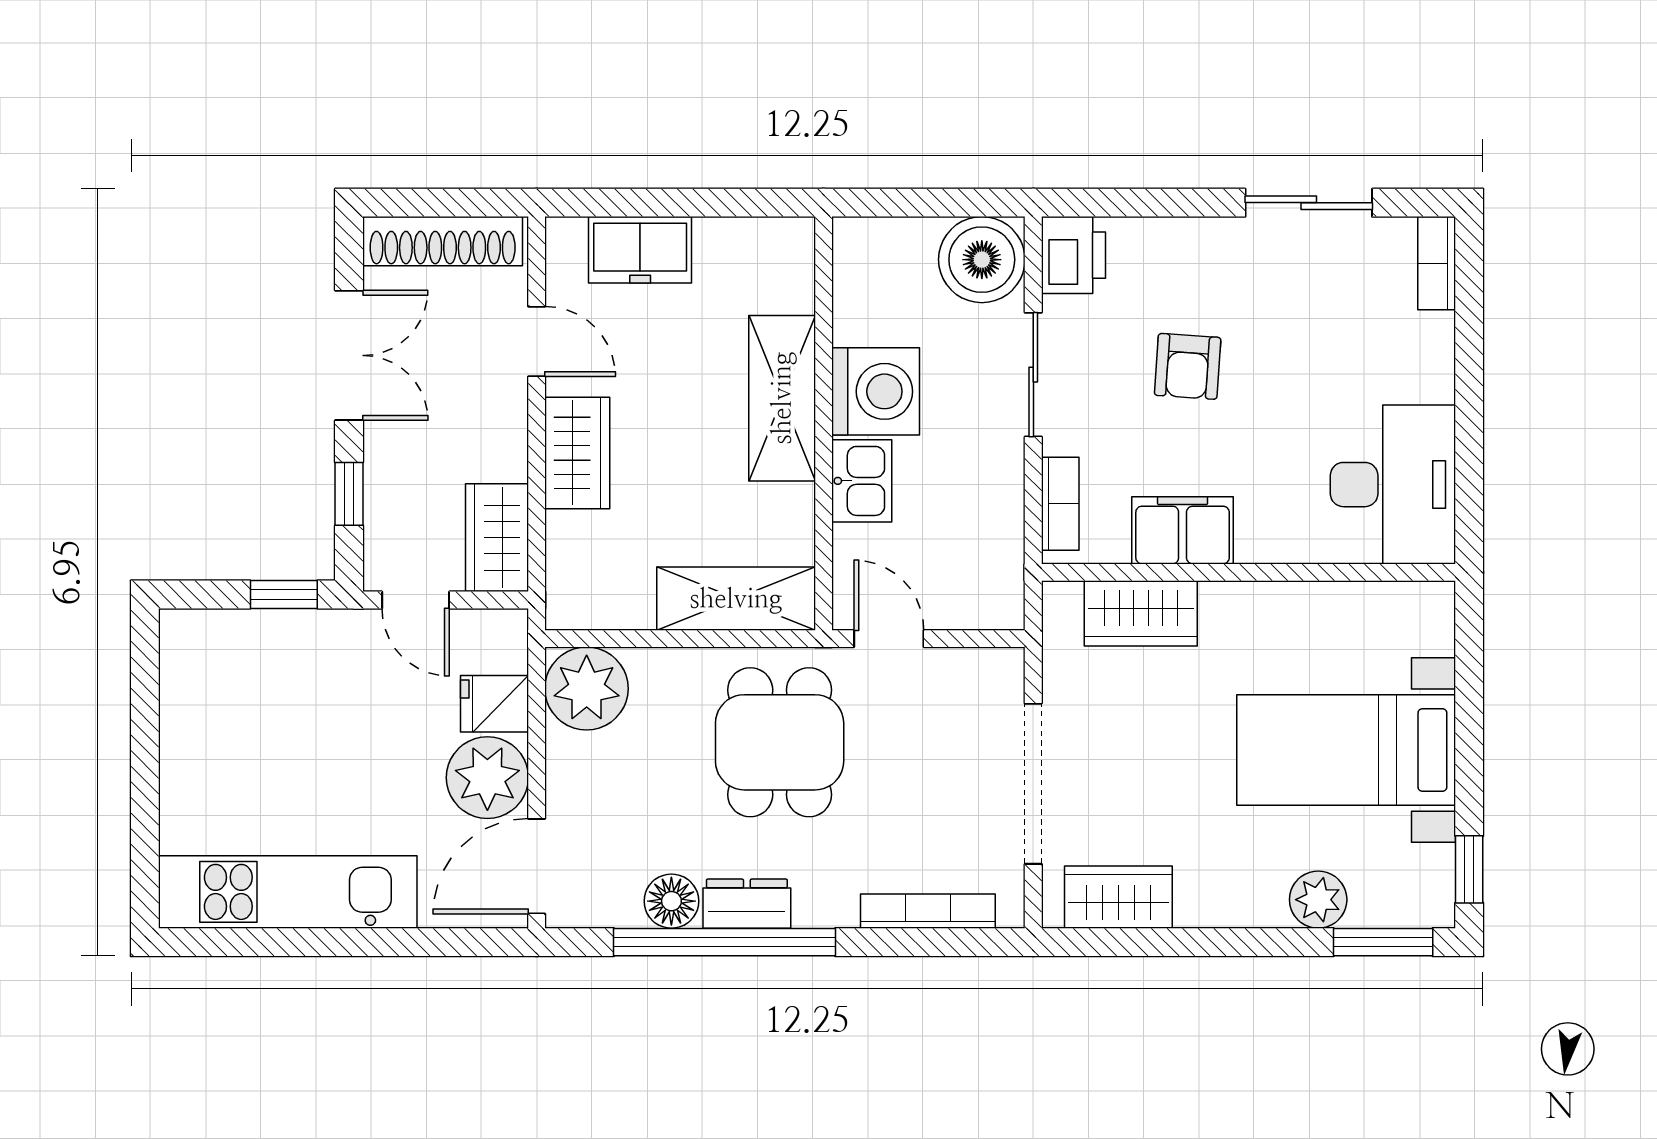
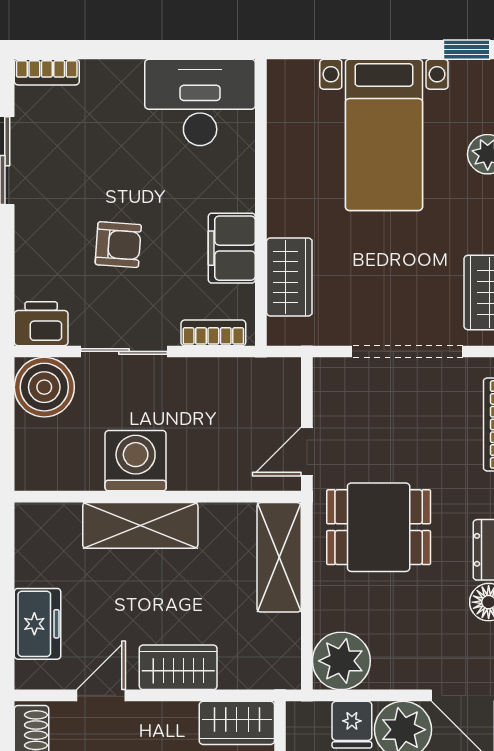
kitchen sink: (862, 481) -> (198, 470), removed

